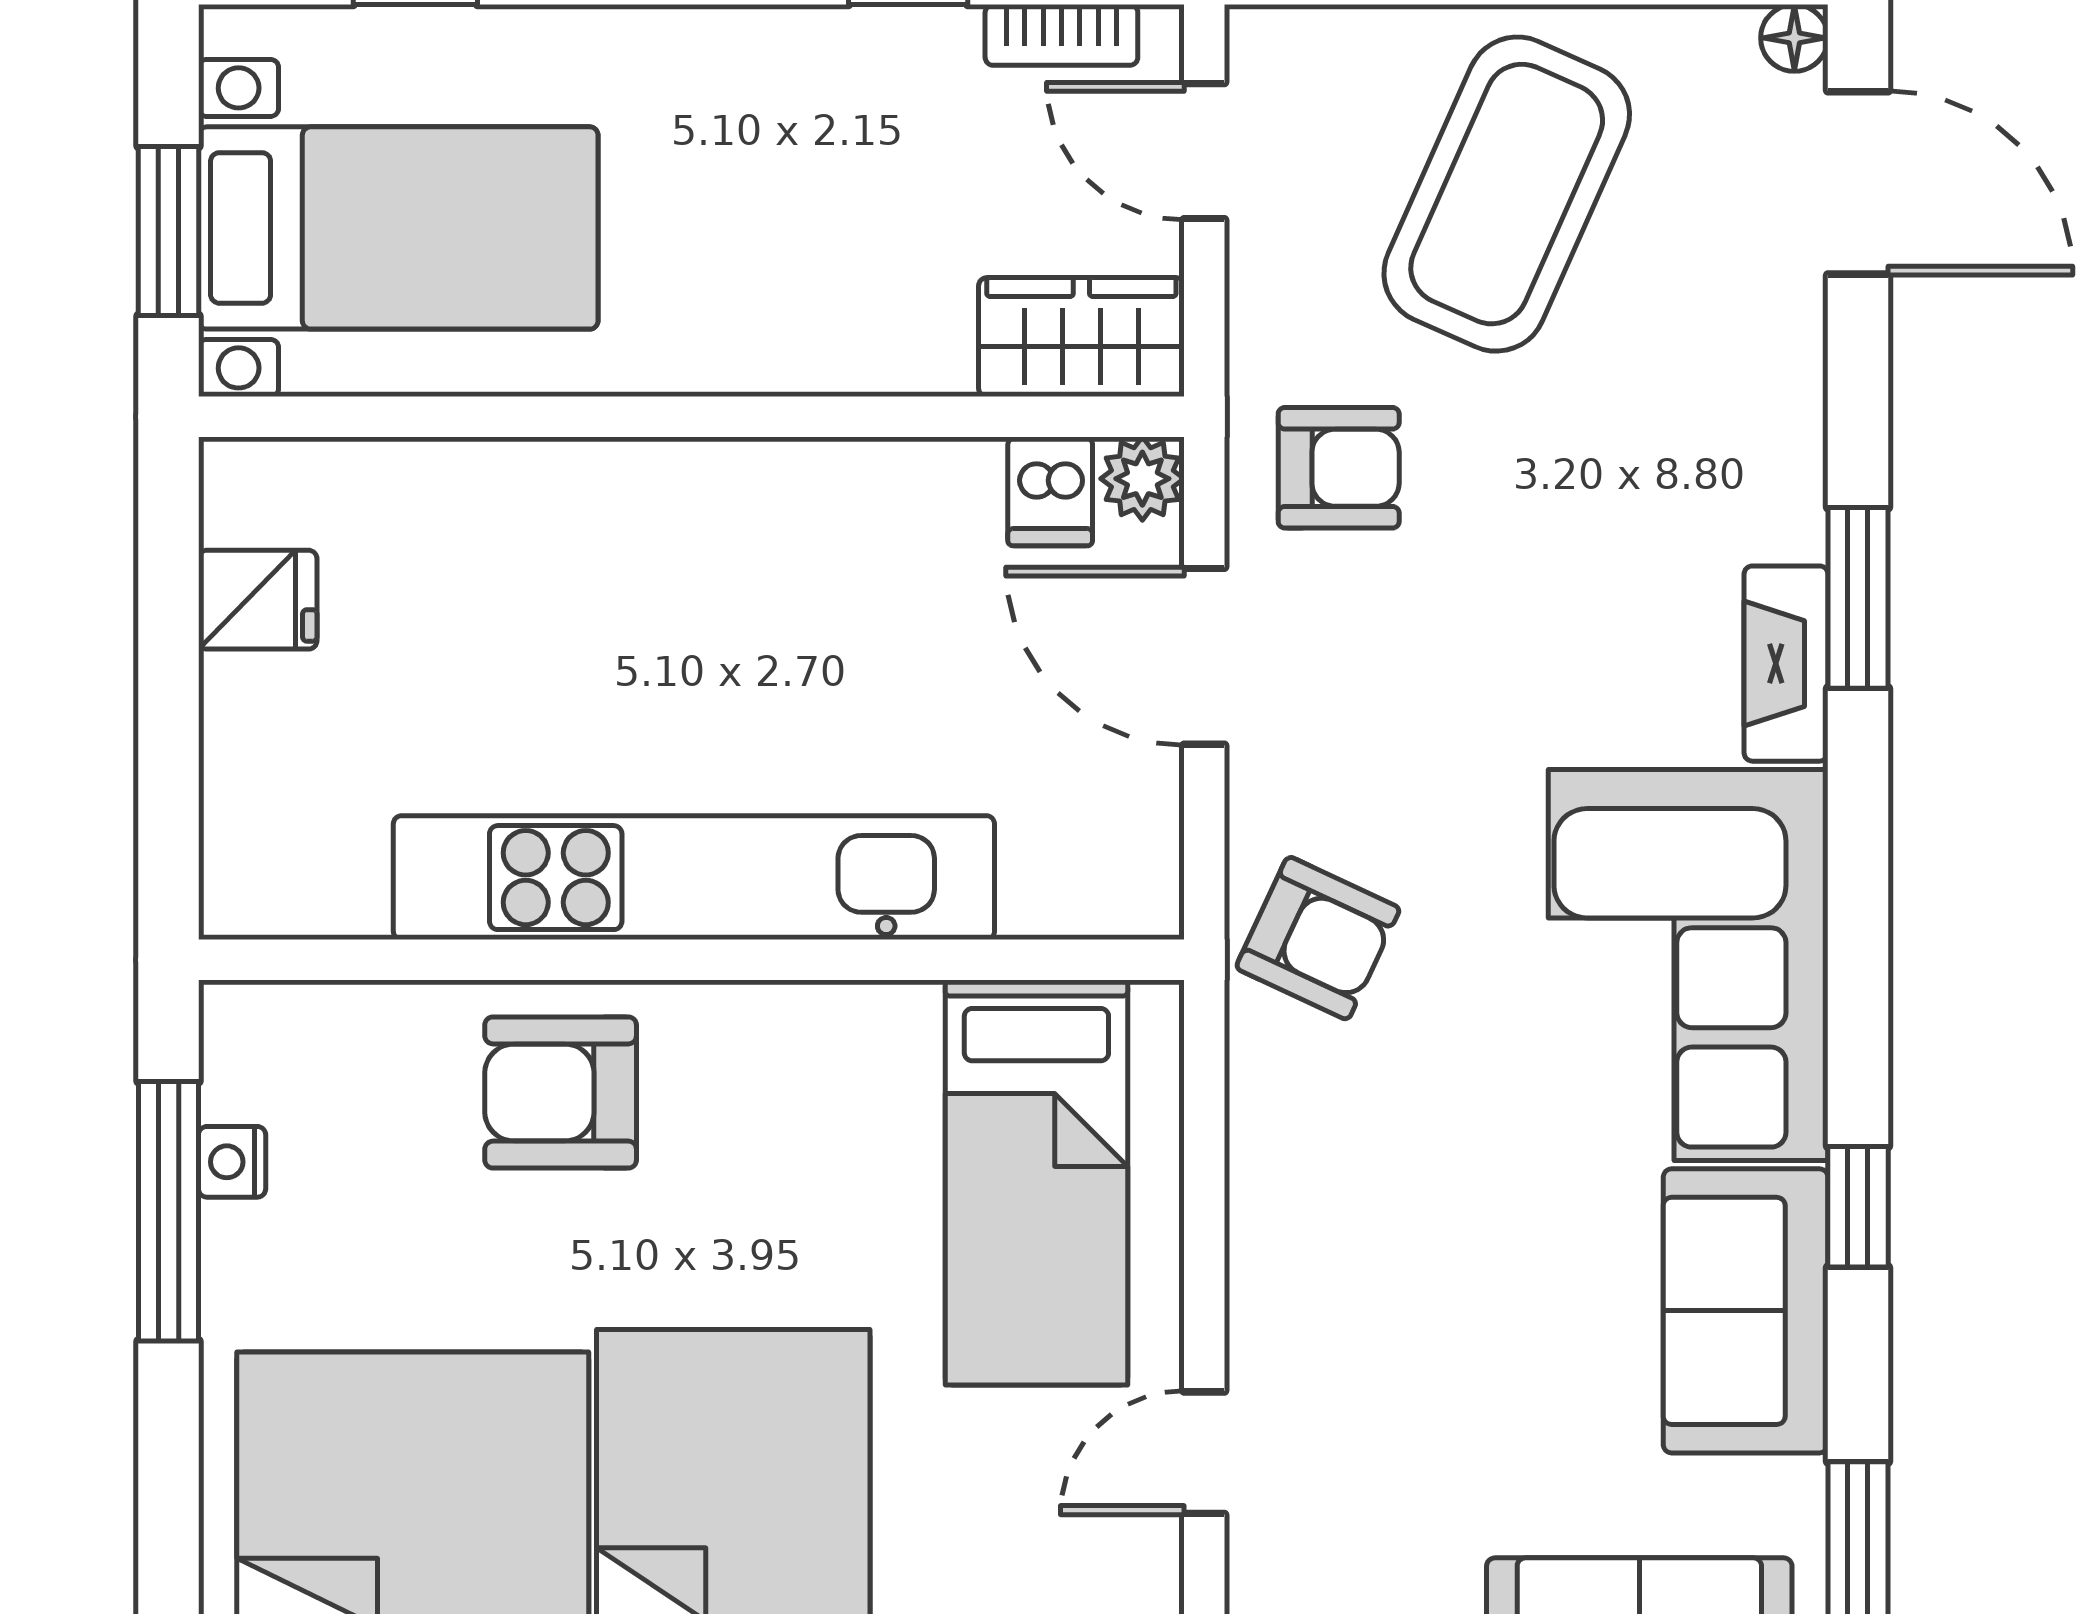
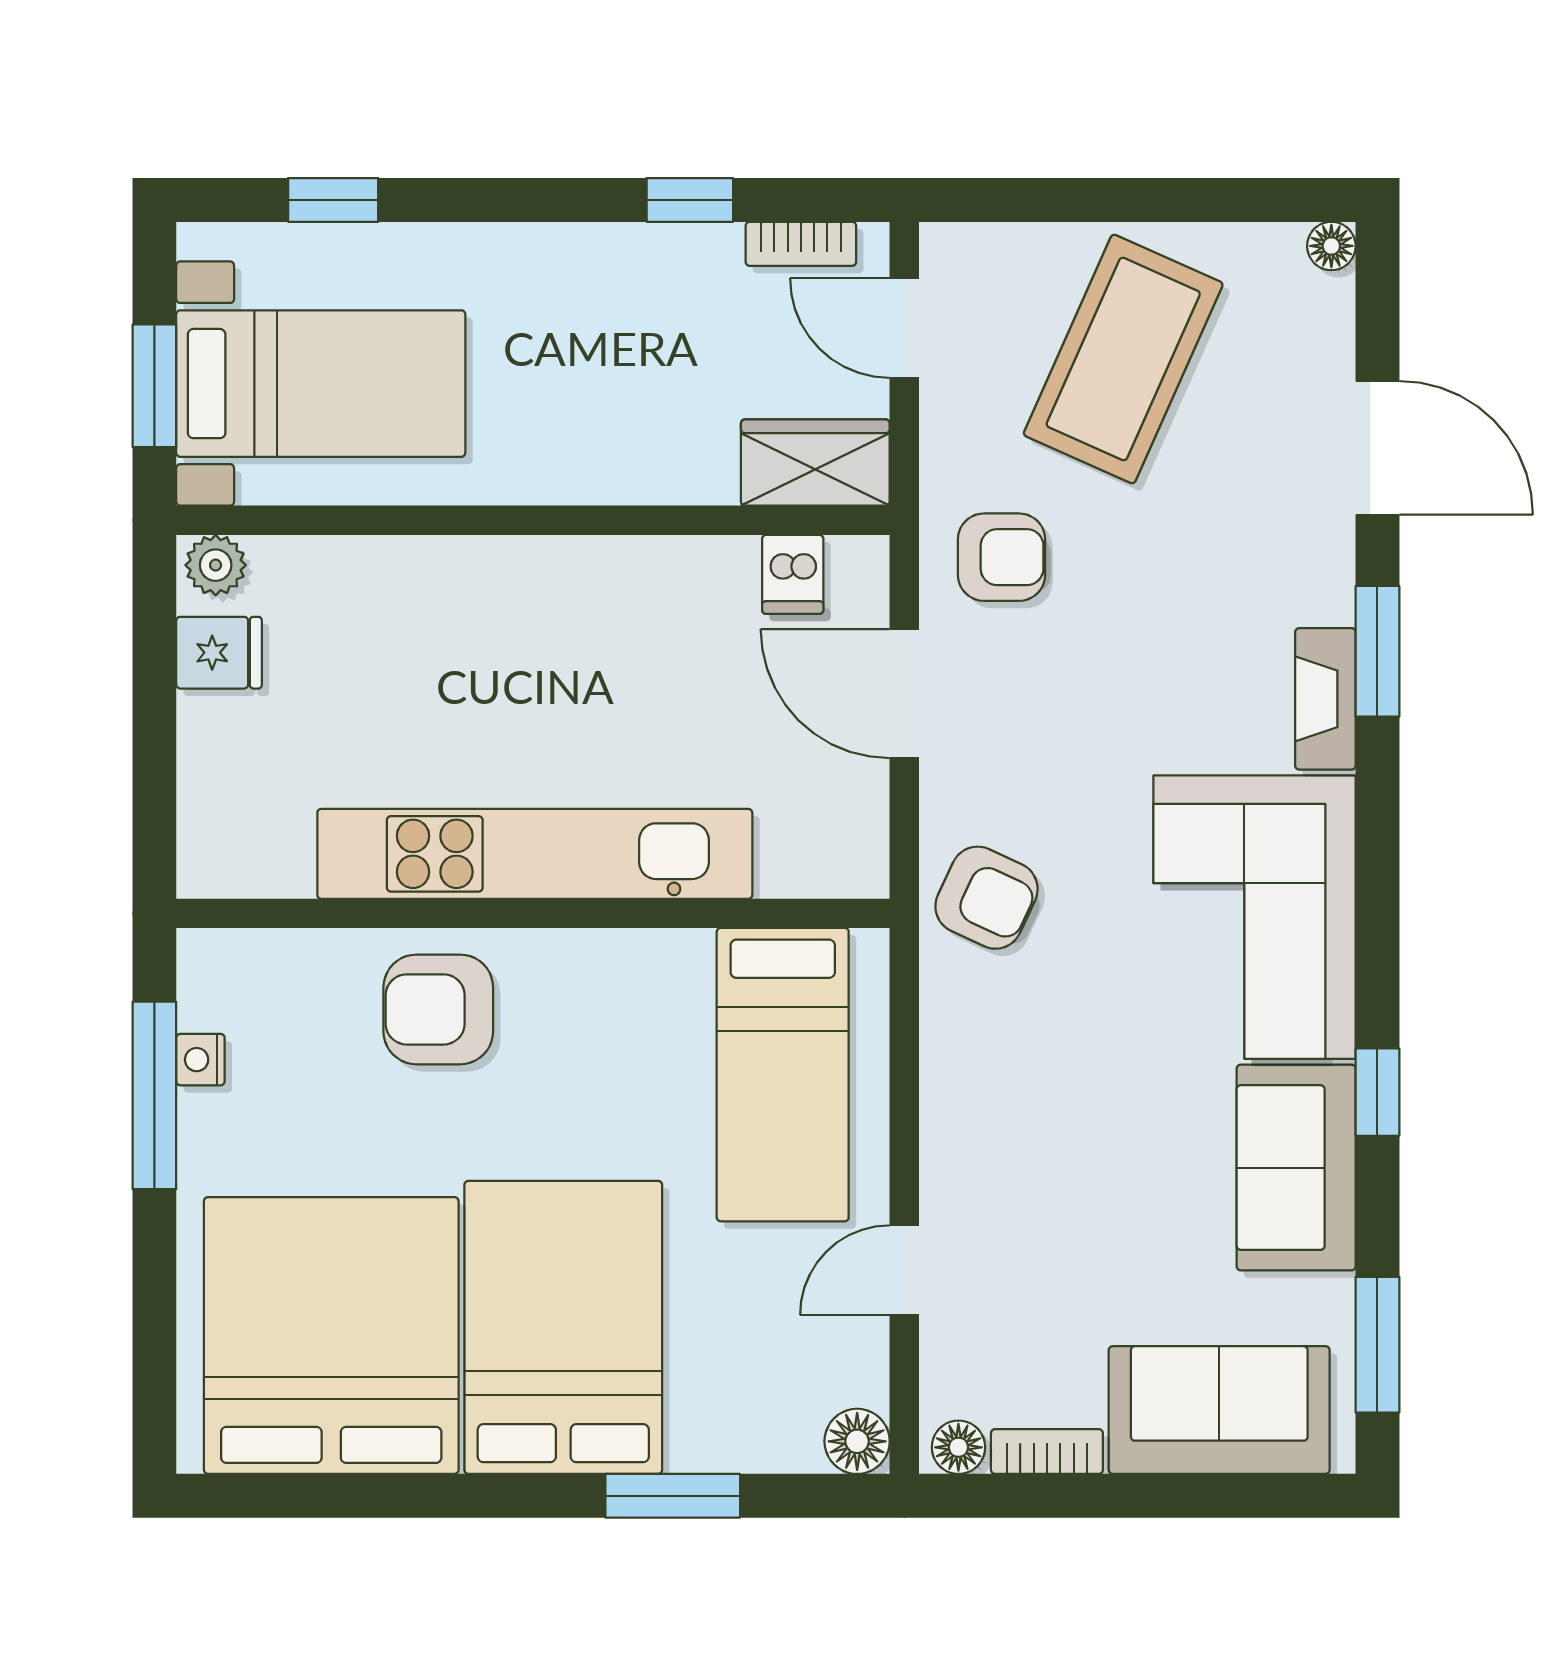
door: (1858, 183) -> (1377, 448), moved
plant: (1142, 479) -> (216, 565), moved

